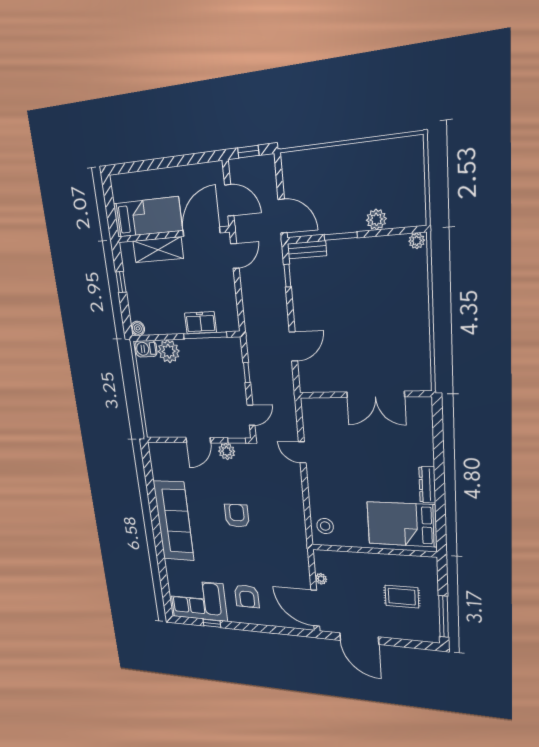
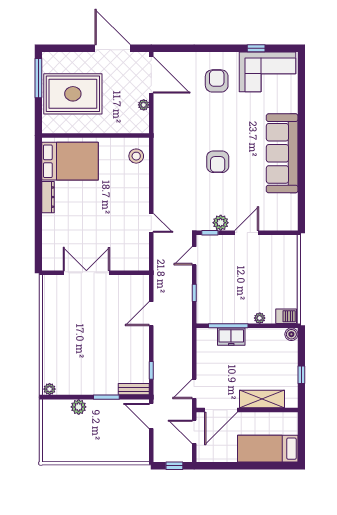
bed: (148, 217) -> (268, 449), moved
plant: (169, 351) -> (260, 318), width x0.53, depth x0.53
rug: (402, 597) -> (73, 94), width x1.86, depth x2.06

